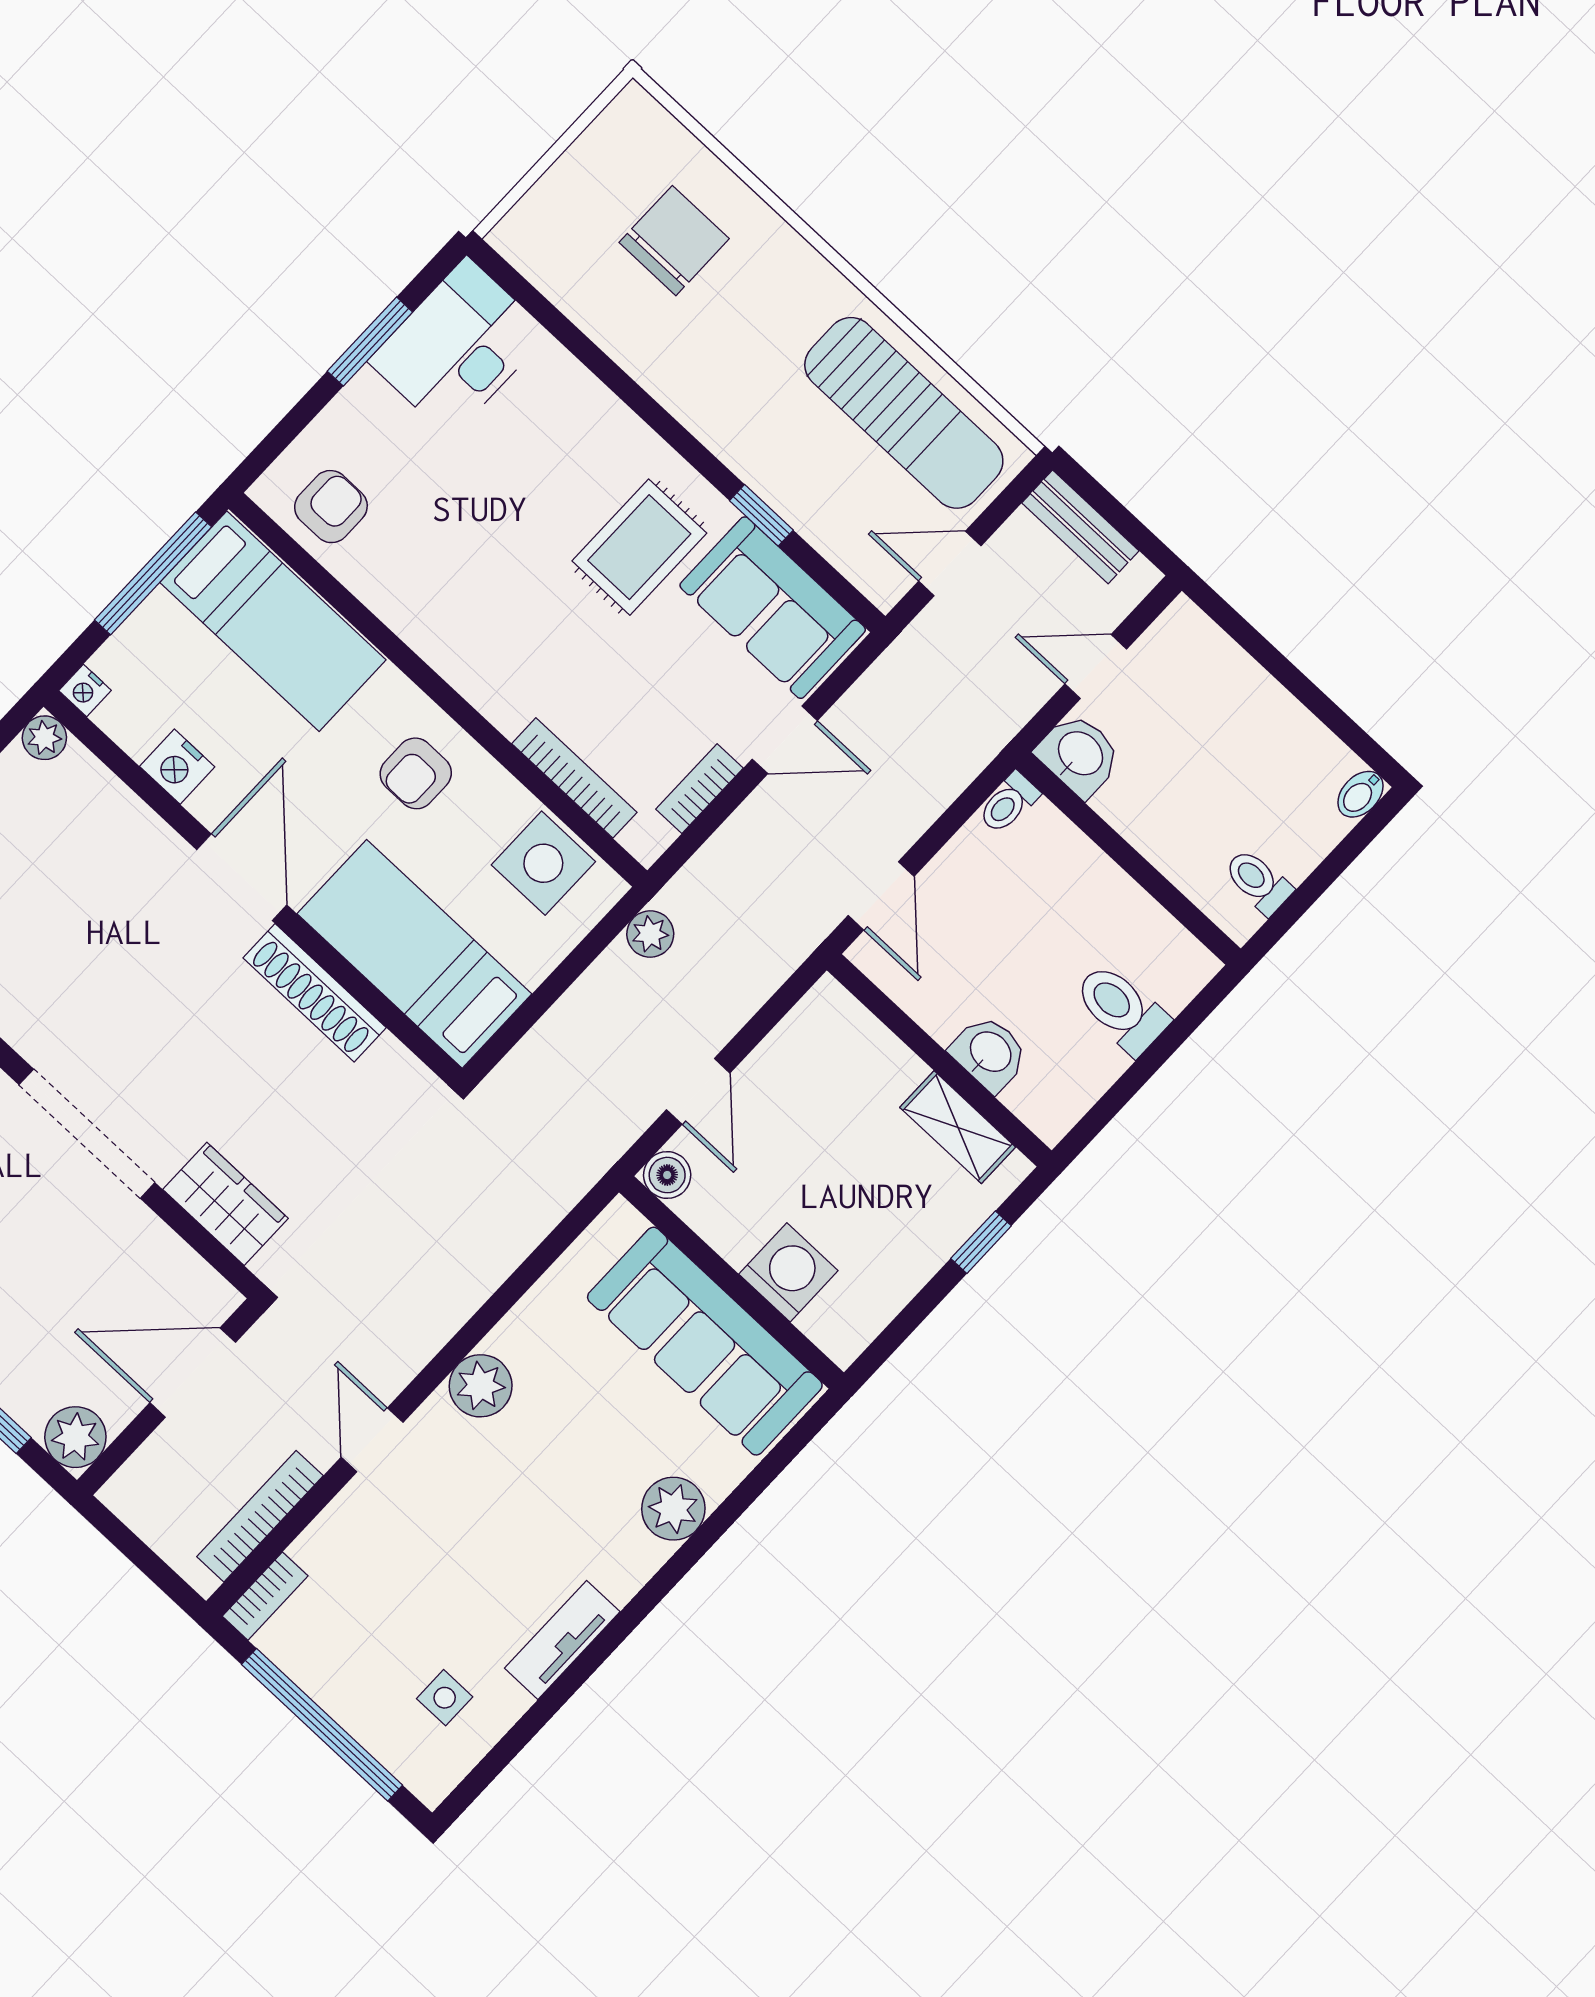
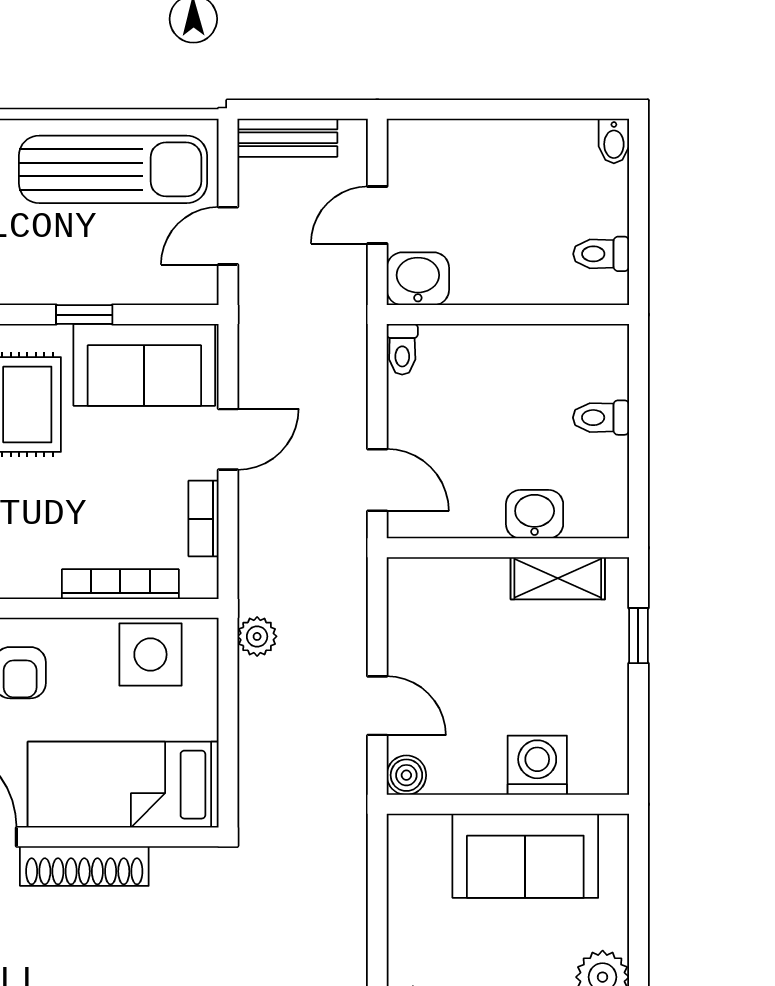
toilet: (1121, 1009) -> (601, 418), width x0.73, depth x0.72
sofa: (705, 1341) -> (525, 856), width x0.73

